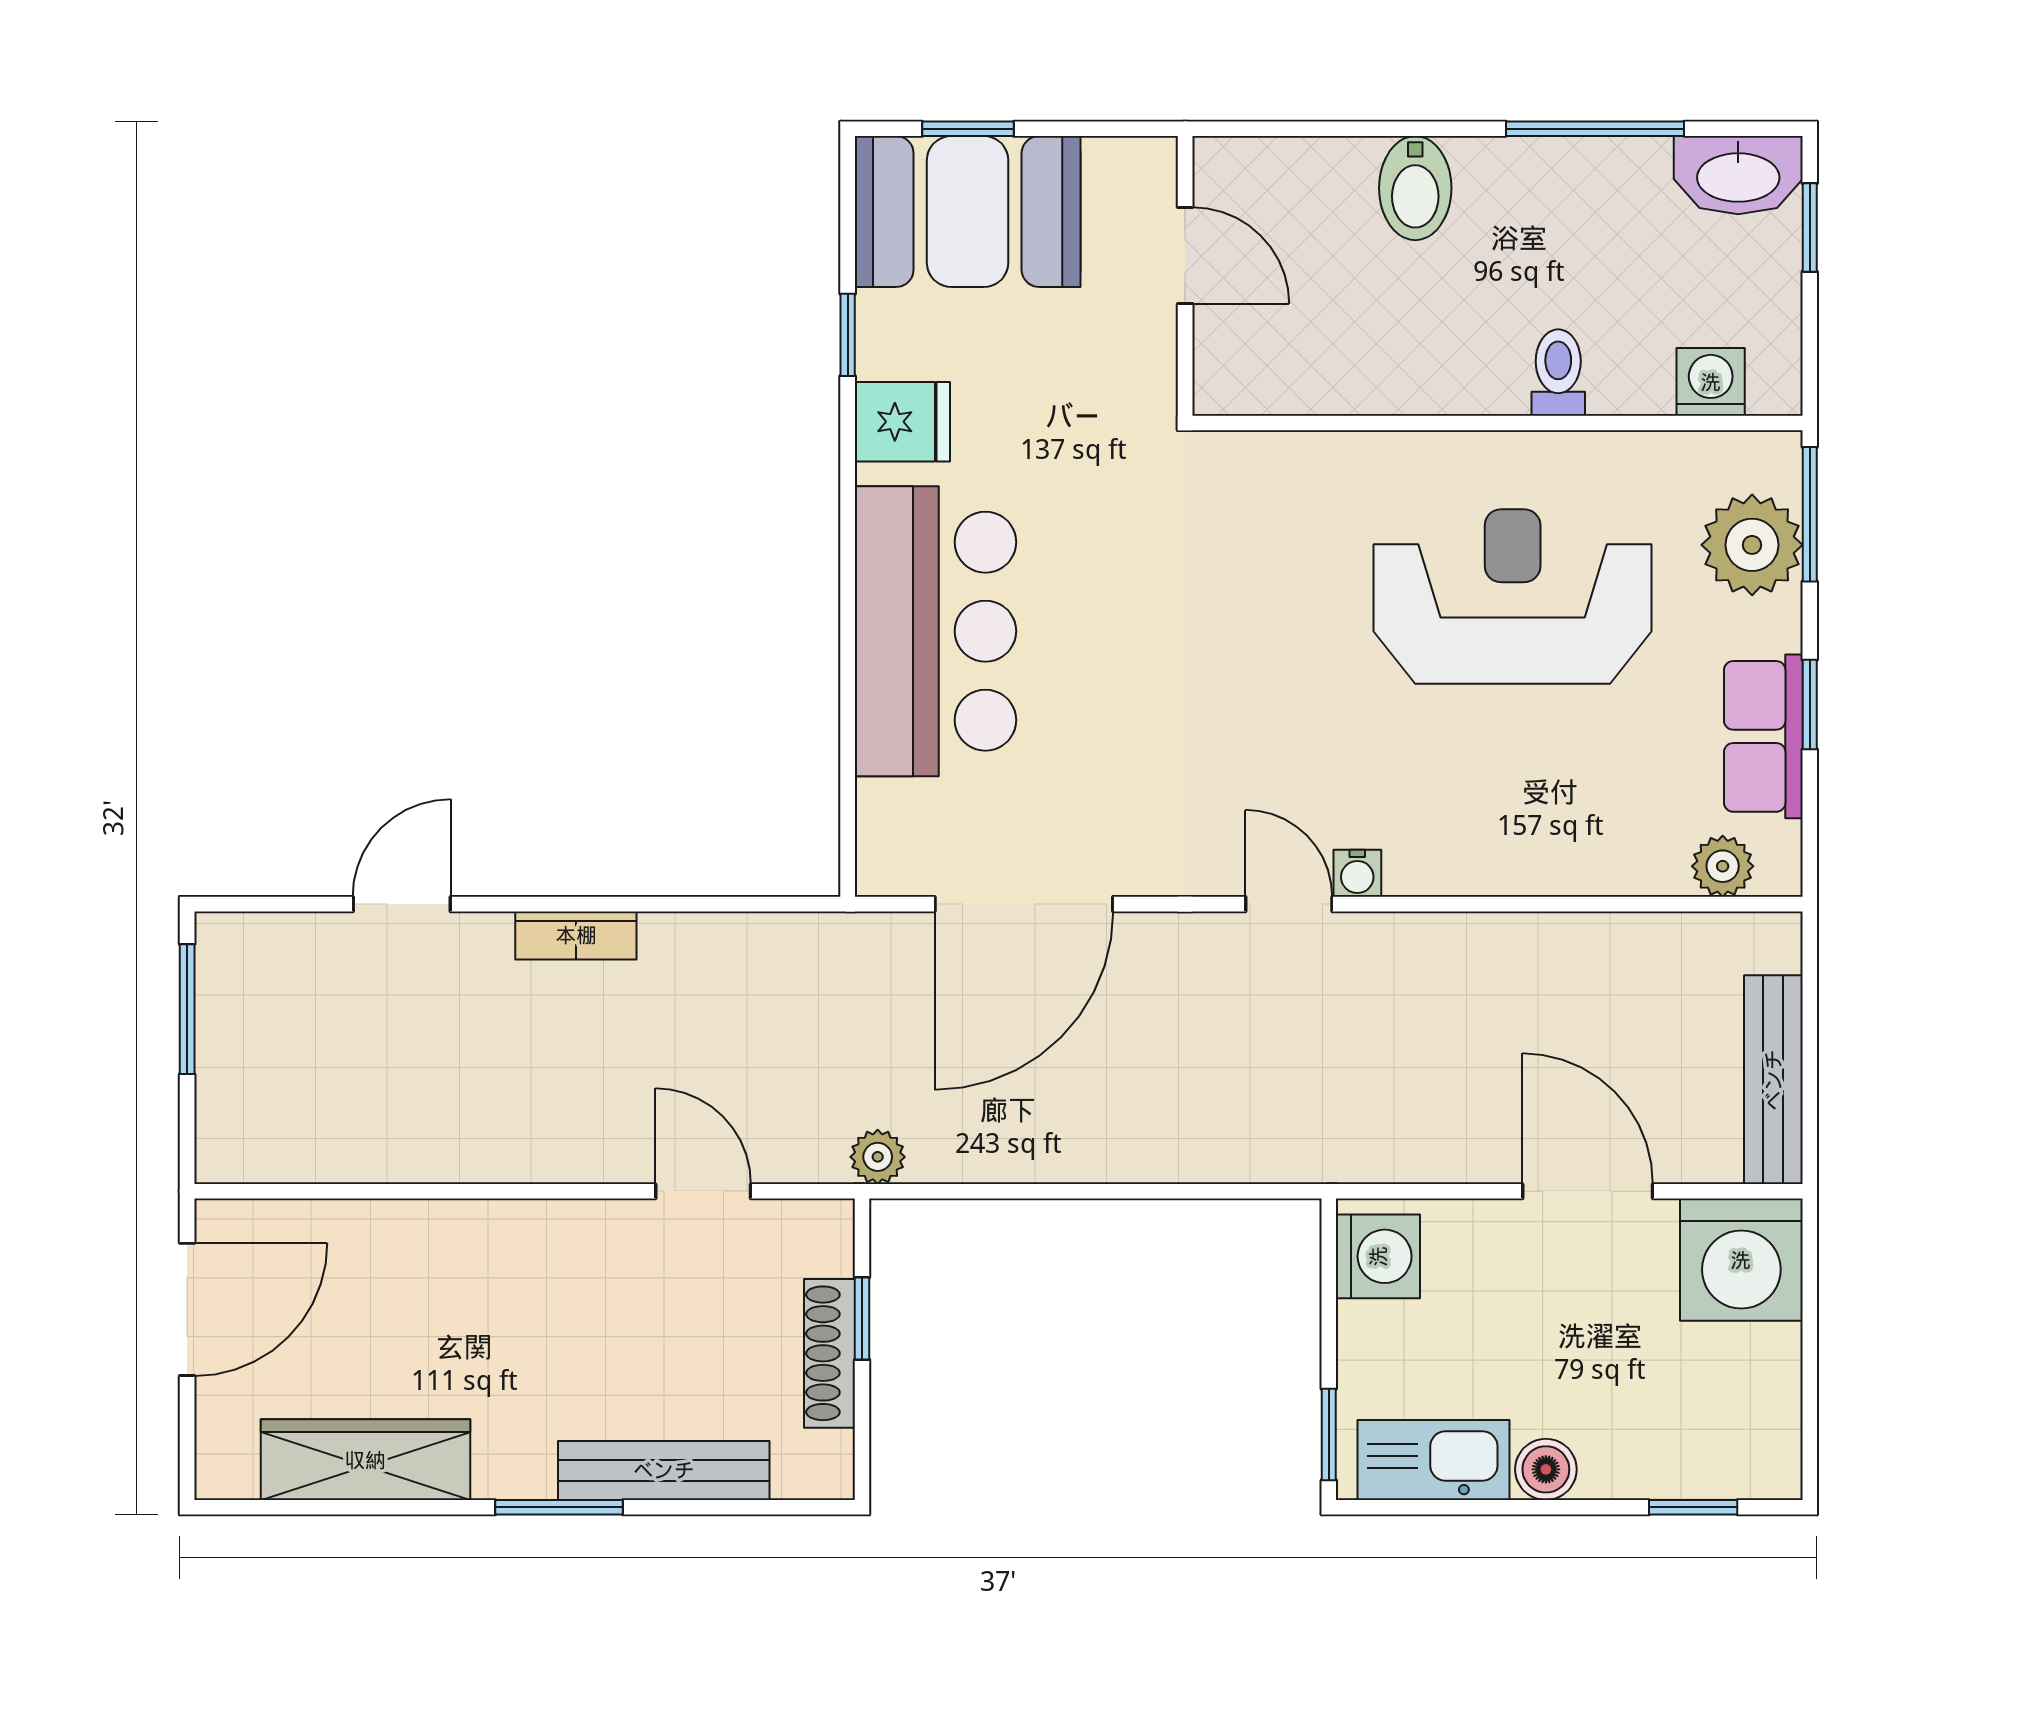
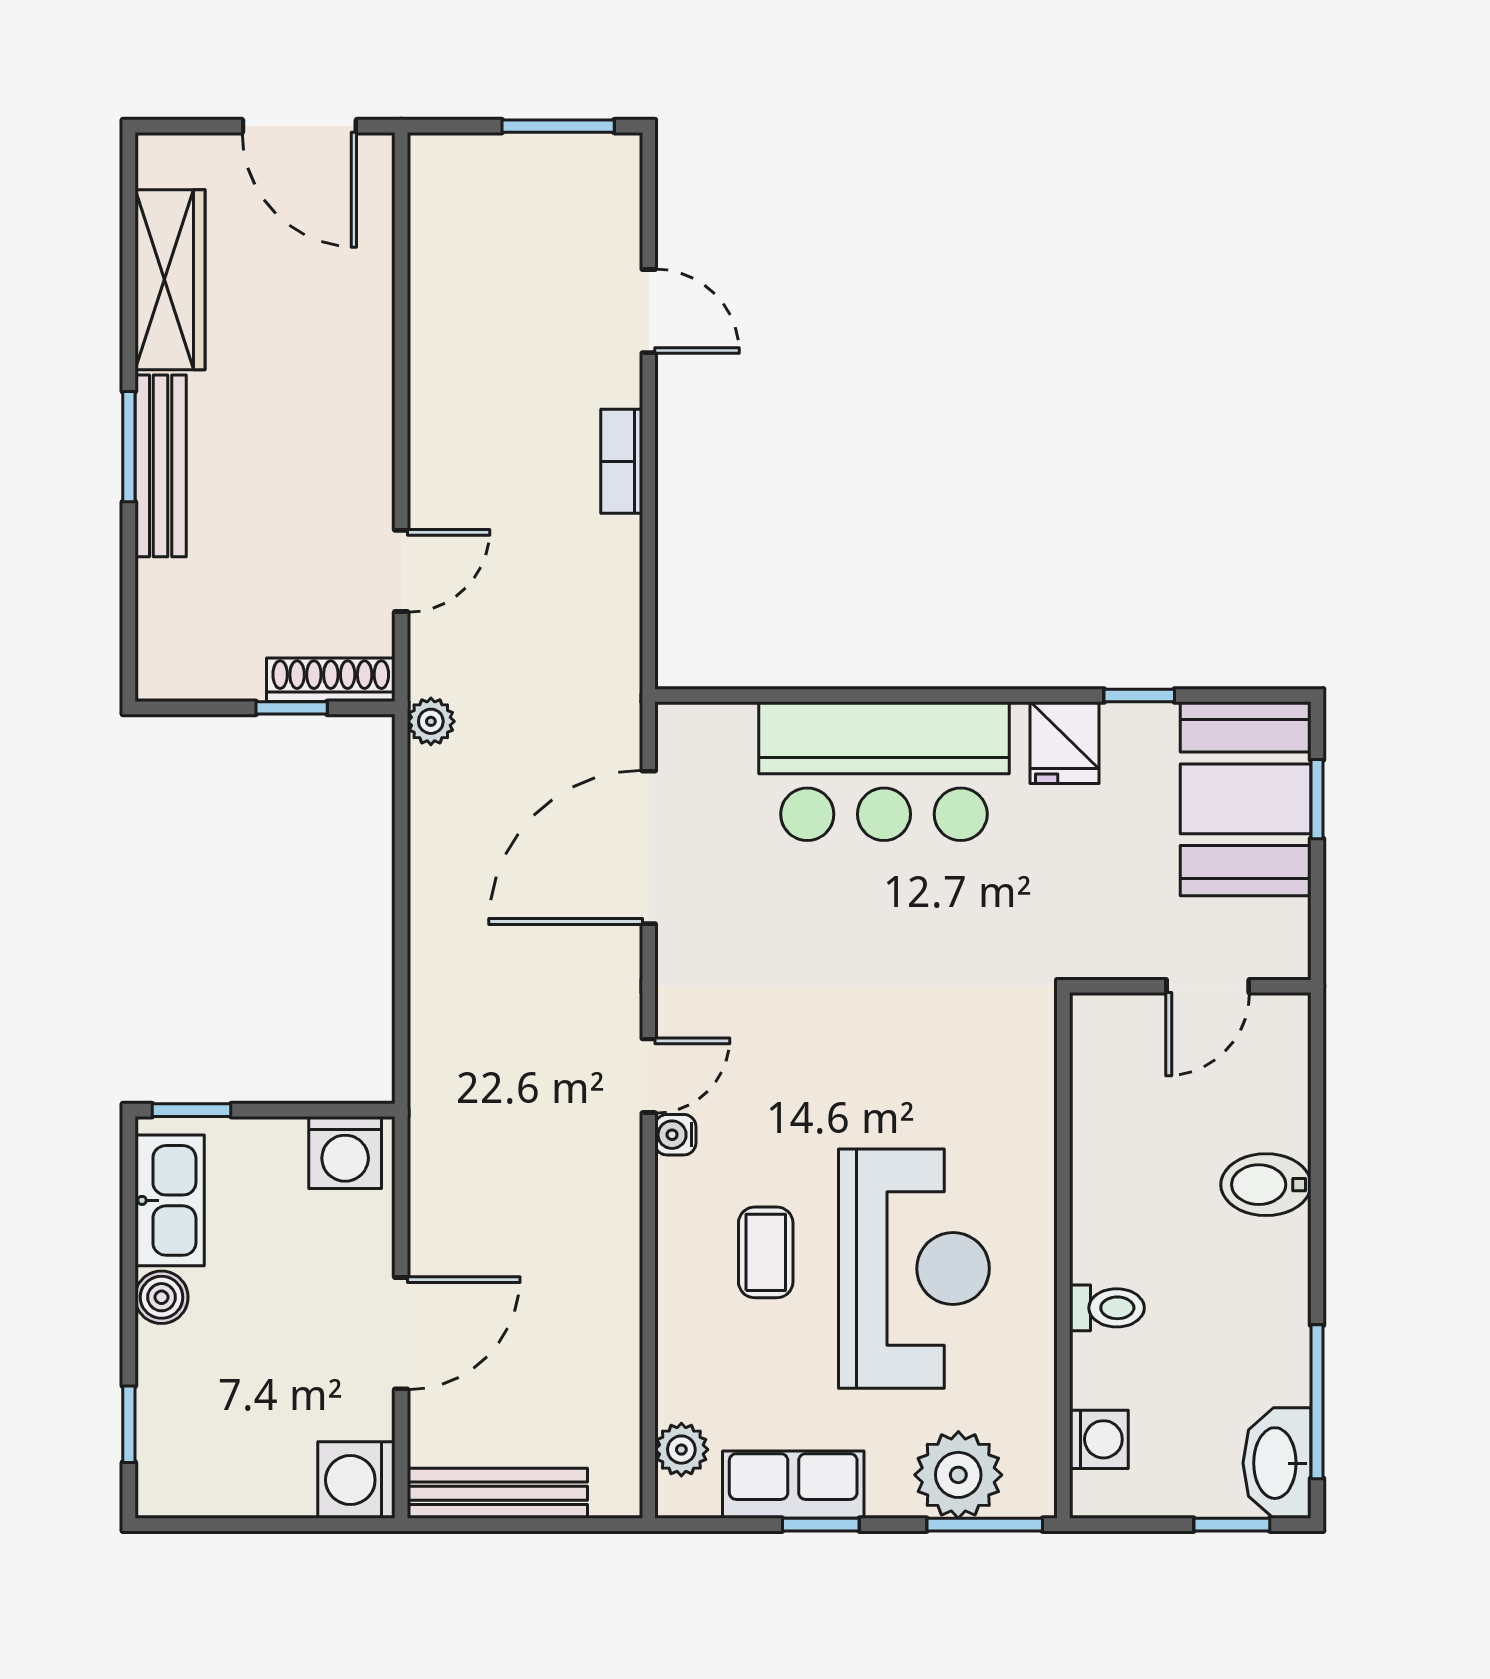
window: (1595, 129) -> (1317, 1402), moved
coffee table: (1494, 768) -> (766, 1252), added
door: (1024, 904) -> (649, 847), hinge flipped
washing machine: (1741, 1260) -> (356, 1480), width x0.73, depth x0.73
shoe rack: (830, 1353) -> (331, 680), moved
bench: (664, 1470) -> (161, 466), moved

